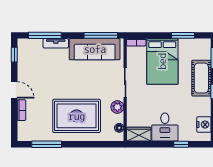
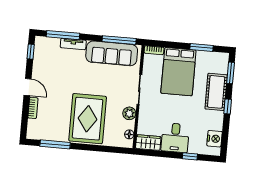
rug: (77, 116) -> (88, 119), turned 90

